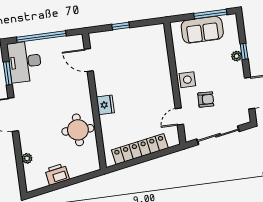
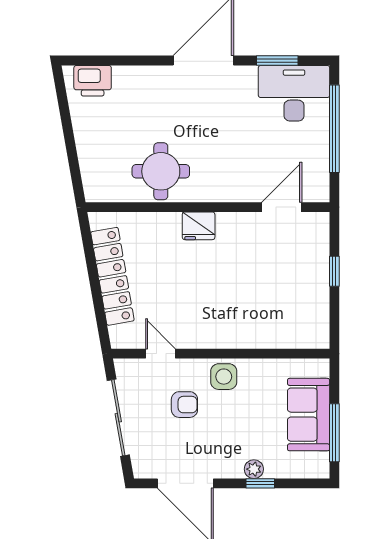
armchair: (206, 99) -> (184, 405), turned -92
plant: (27, 158) -> (122, 75), removed
printer: (57, 174) -> (93, 81), moved, turned 100

